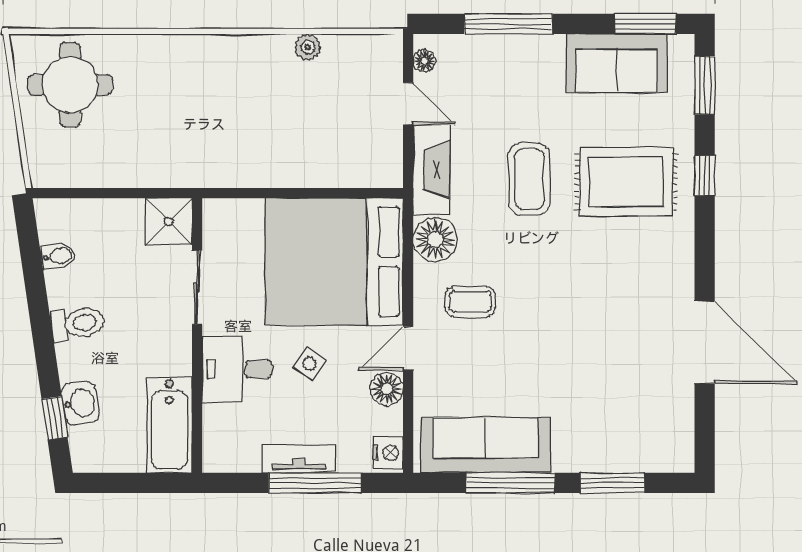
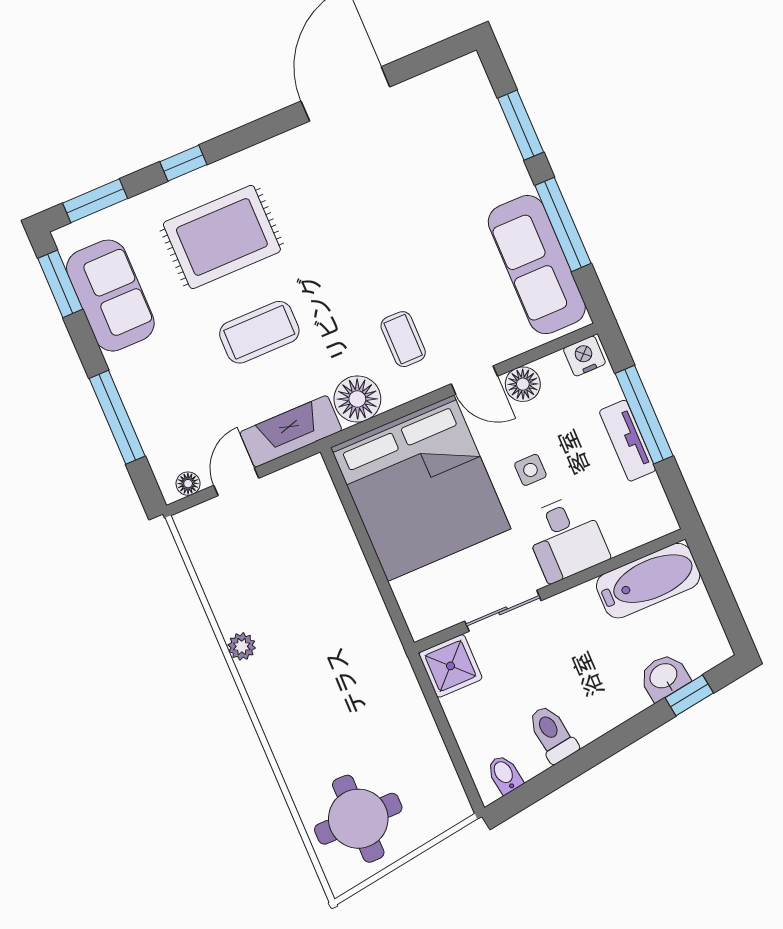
plant: (308, 47) -> (242, 646), moved
rug: (626, 182) -> (222, 237), turned 90
bidet: (58, 256) -> (505, 774), moved
toilet: (78, 323) -> (552, 734), moved
side table: (309, 364) -> (530, 470), turned -33

